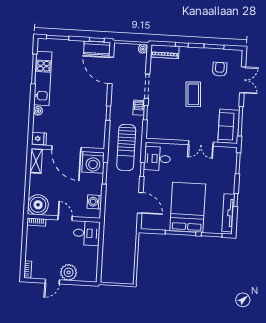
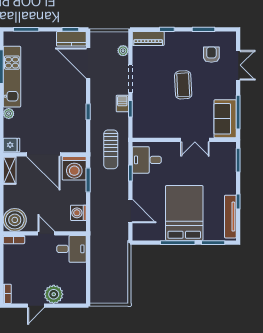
plant: (143, 49) -> (123, 51), moved
sun lounger: (126, 148) -> (111, 149), width x0.73, depth x0.75

